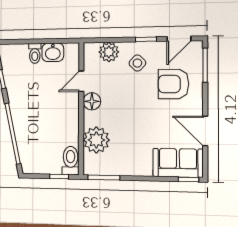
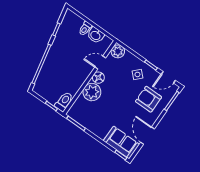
plant: (109, 52) -> (118, 51), moved
plant: (96, 140) -> (92, 92), moved

